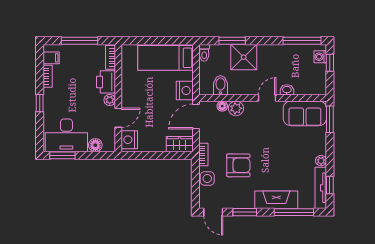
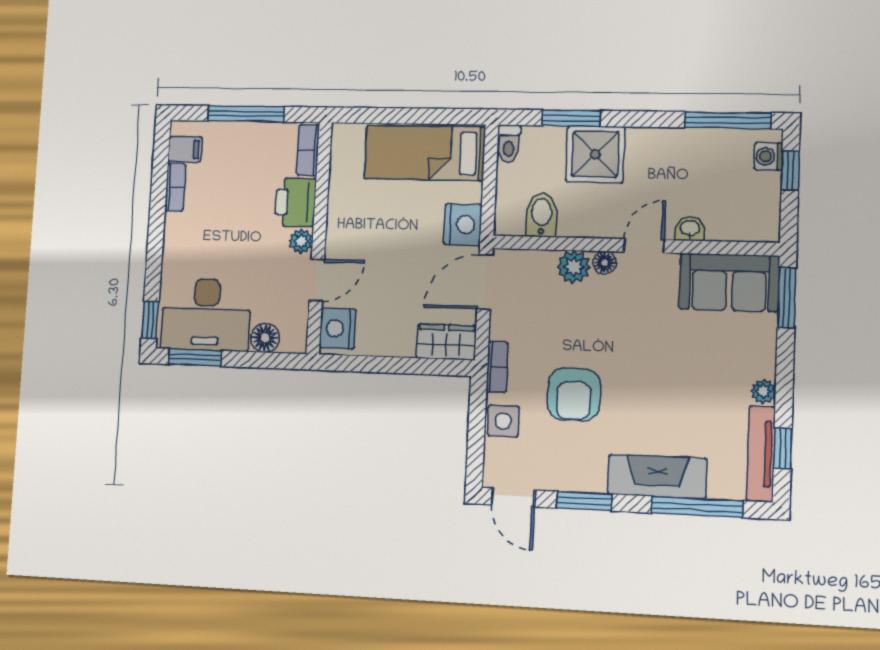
window: (40, 103) -> (150, 320), moved
floor lamp: (222, 106) -> (605, 263), moved
armchair: (238, 165) -> (574, 394), turned 90

